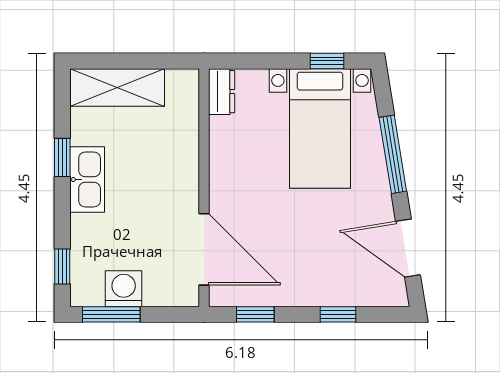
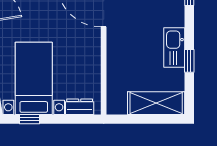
dresser: (222, 92) -> (80, 107), moved, turned 90

